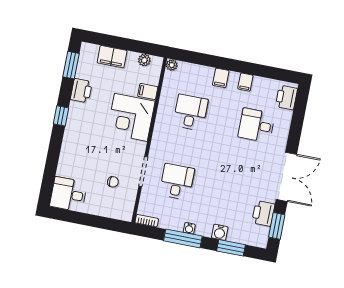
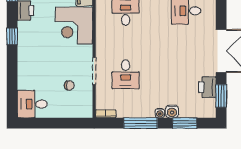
desk: (177, 182) -> (126, 74), turned 180
water cooler: (189, 228) -> (160, 113), moved

